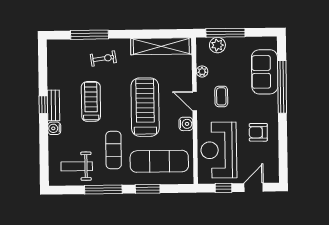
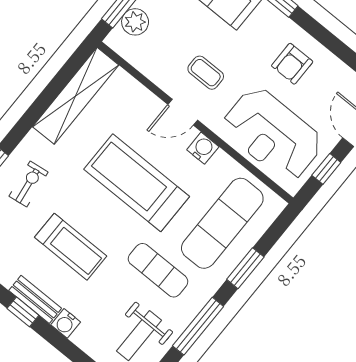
plant: (202, 72) -> (153, 70), removed
treadmill: (91, 101) -> (71, 247), turned 180

